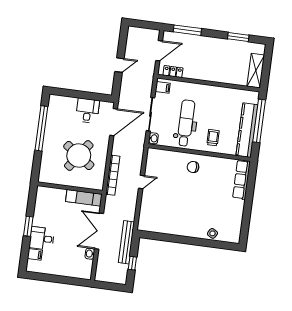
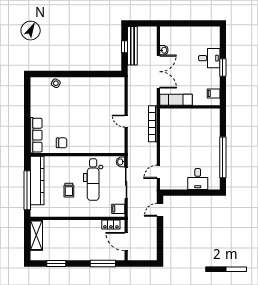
door: (159, 51) -> (126, 242), hinge flipped
door: (119, 65) -> (160, 210), moved
desk: (87, 111) -> (198, 179), moved
door: (114, 122) -> (158, 172), width x0.53
trolley: (213, 138) -> (69, 190), moved
round table: (79, 155) -> (186, 137), removed
chair: (193, 167) -> (62, 143), moved
door: (141, 182) -> (126, 121), hinge flipped
bench: (126, 242) -> (132, 46), moved
filing cabinet: (35, 254) -> (214, 93), moved

